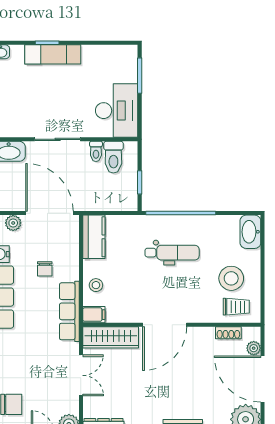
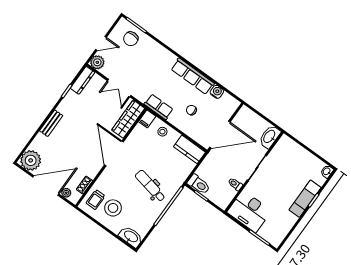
toilet: (113, 157) -> (199, 184), moved, turned 180
plant: (13, 223) -> (229, 111), removed
dental chair: (172, 253) -> (150, 186), turned 102
row of seats: (69, 311) -> (159, 107), width x0.68

